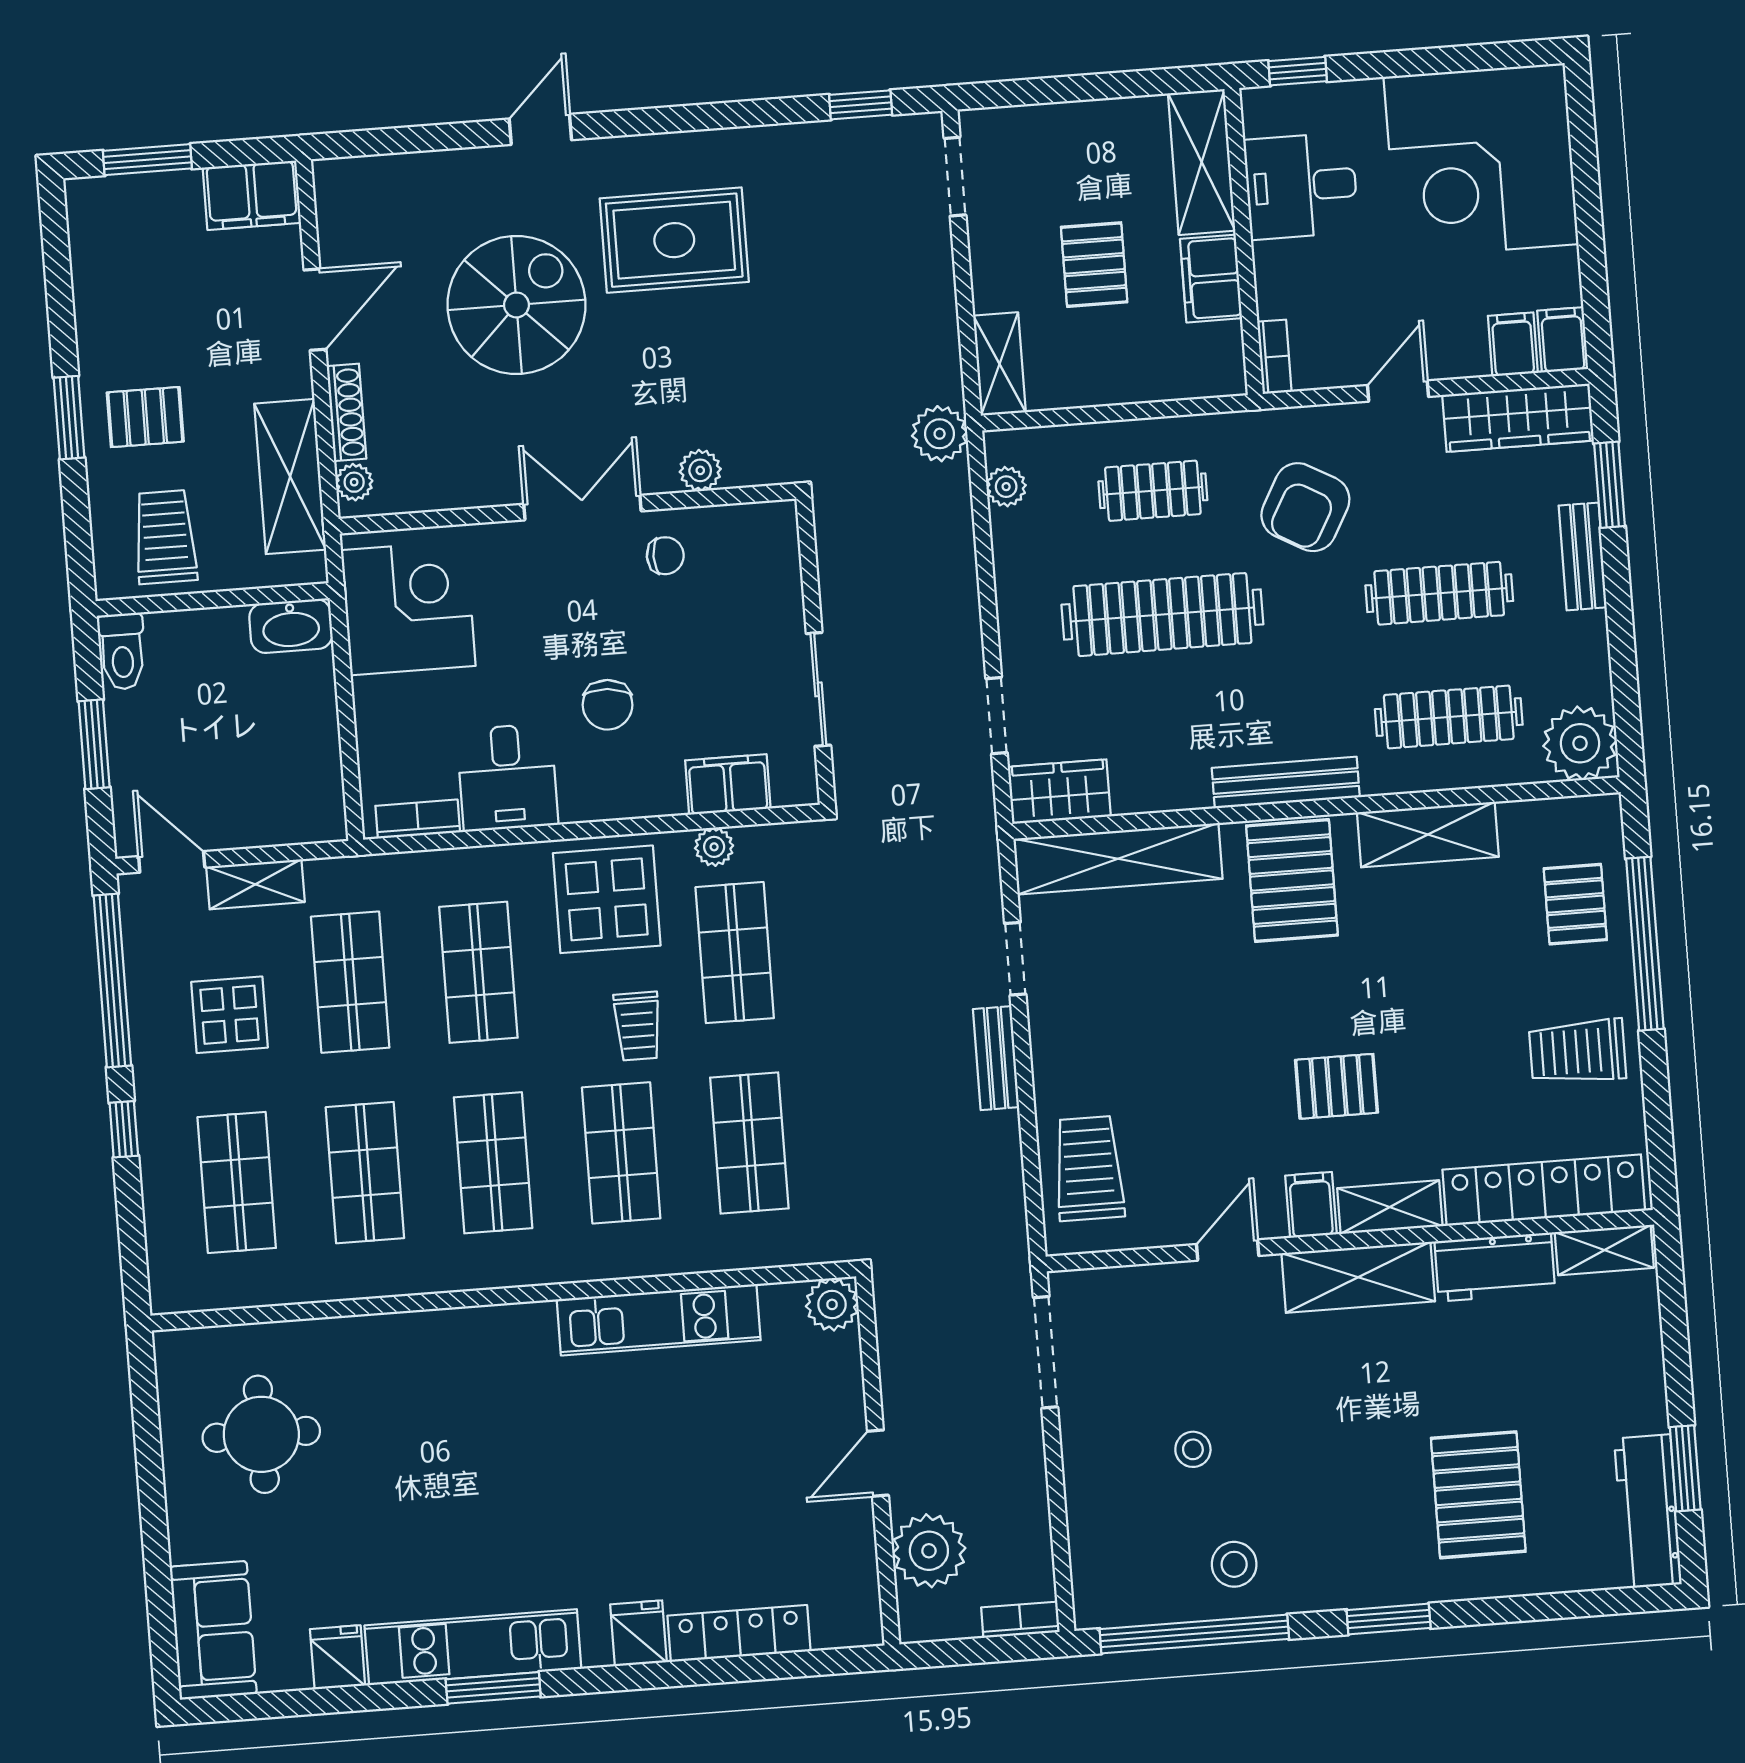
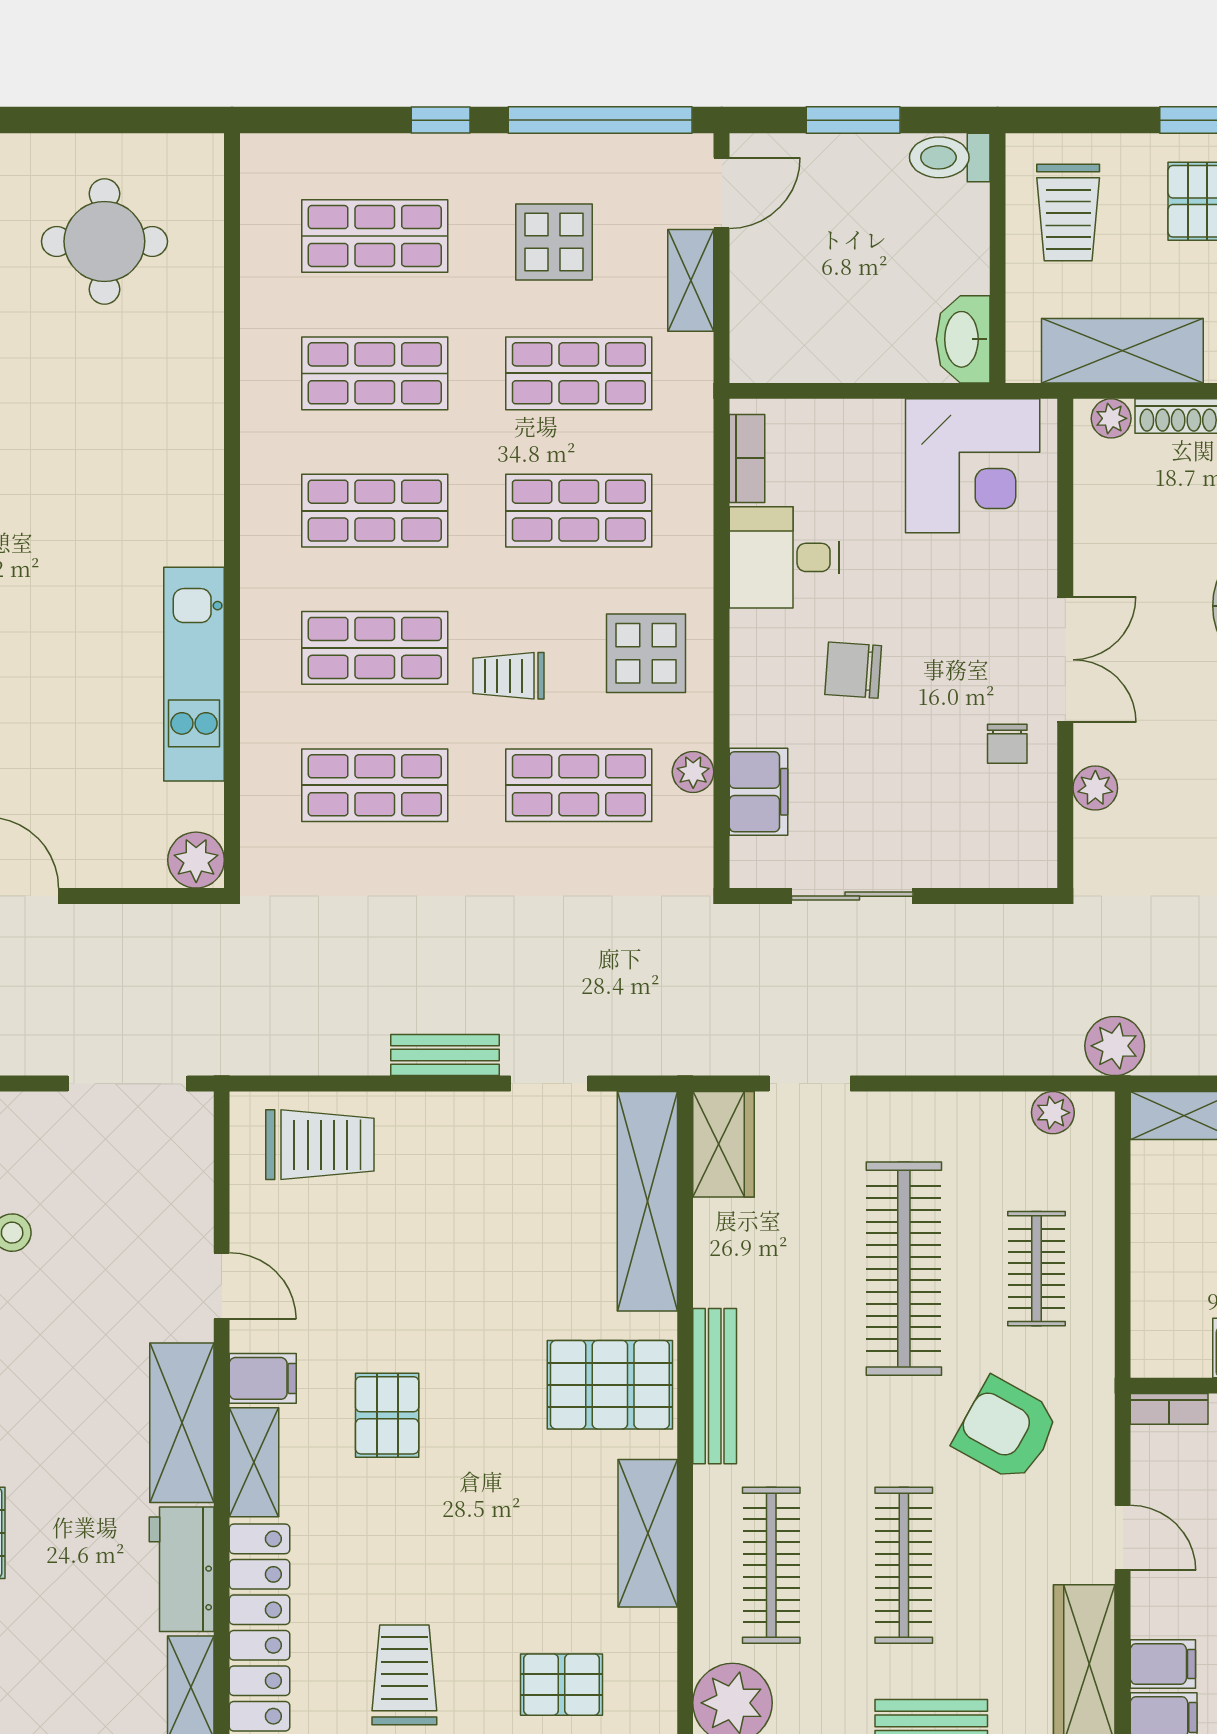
trolley: (165, 537) -> (1068, 213), turned 90
display table: (607, 899) -> (646, 653), width x0.73, depth x0.73

